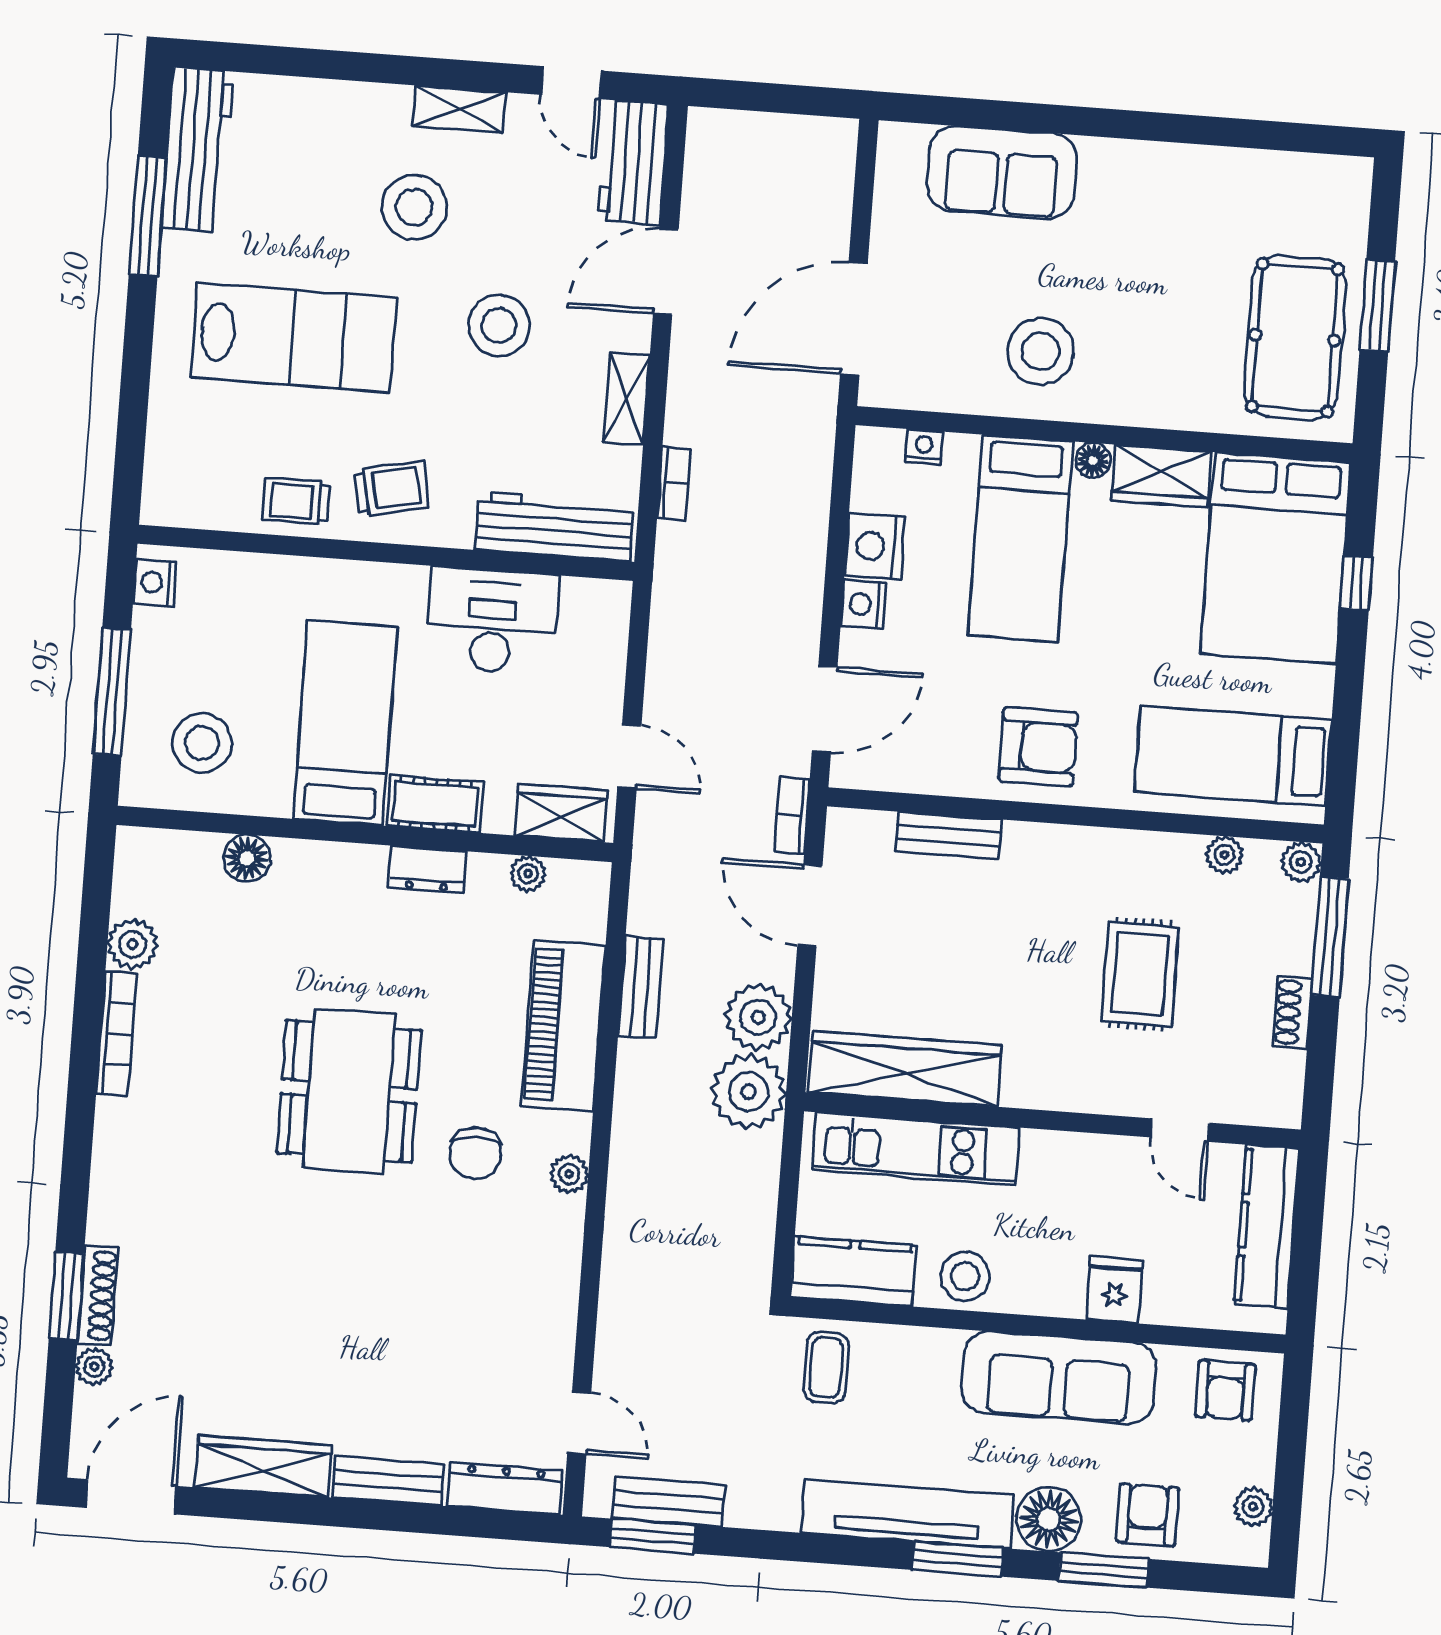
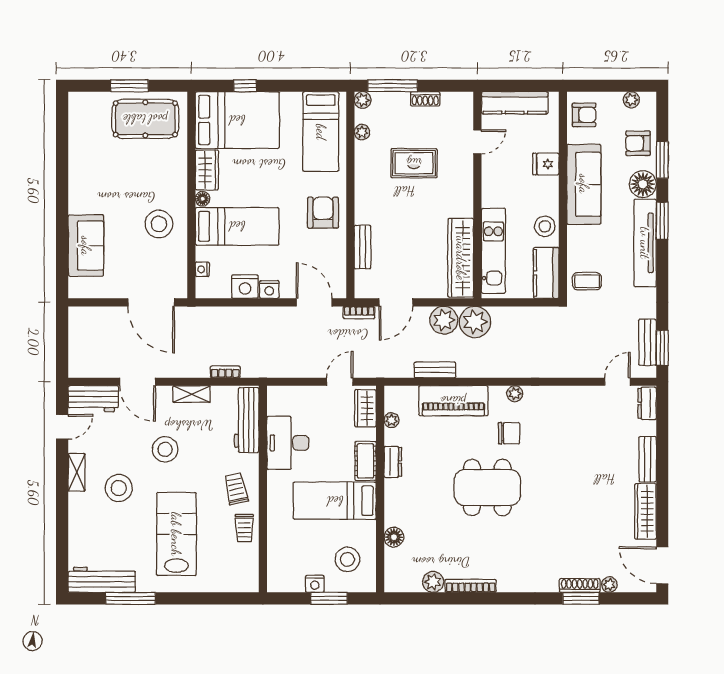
nightstand: (155, 583) -> (315, 584), moved
window: (112, 692) -> (329, 598), width x0.69
dresser: (505, 1488) -> (647, 403), width x0.70

